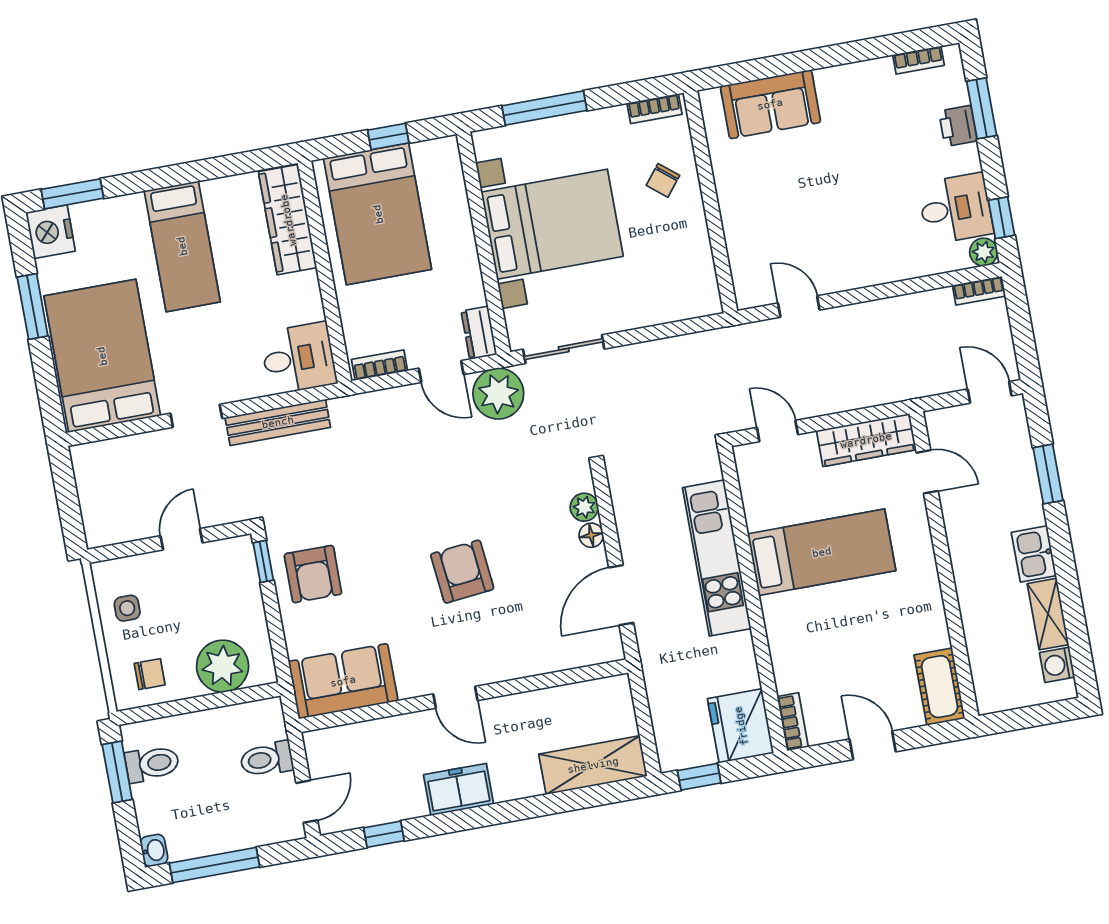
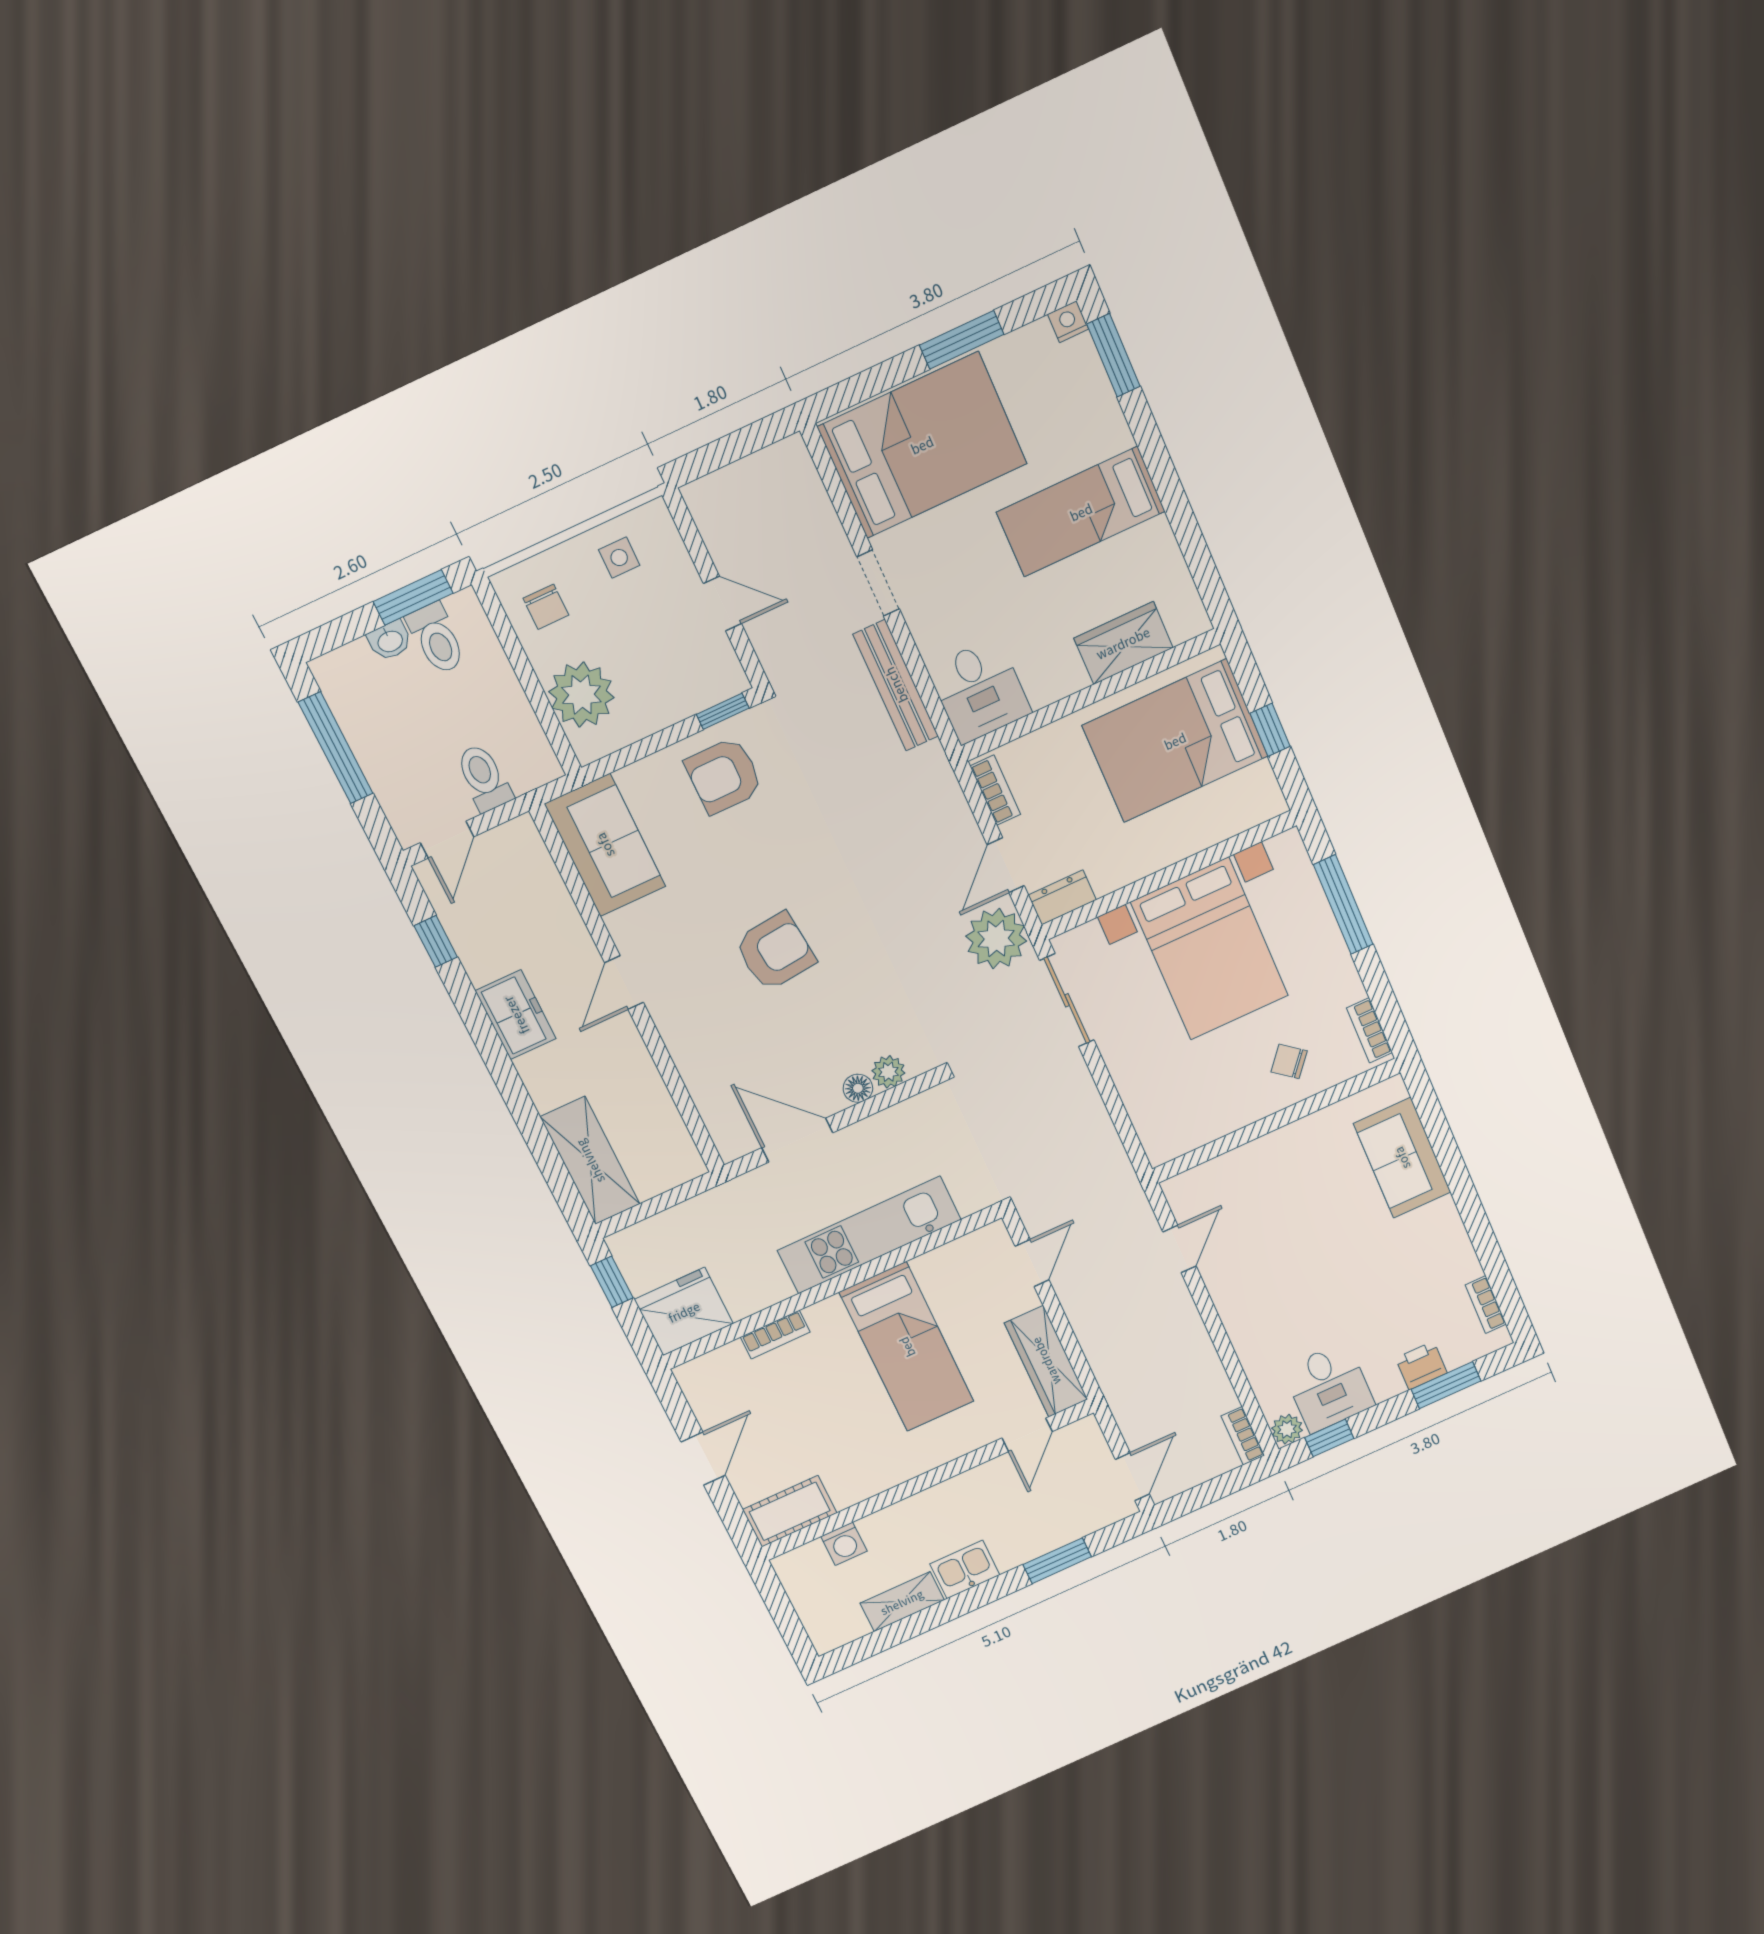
wardrobe: (288, 220) -> (1123, 643), width x0.67
nightstand: (50, 232) -> (1068, 322), width x0.53, depth x0.56
washing machine: (1057, 665) -> (844, 1544), moved, turned 180
bookcase: (793, 722) -> (775, 1335), moved
door: (307, 802) -> (447, 840), hinge flipped
washbasin: (154, 850) -> (390, 641), moved

